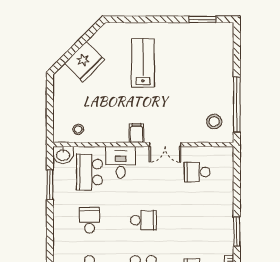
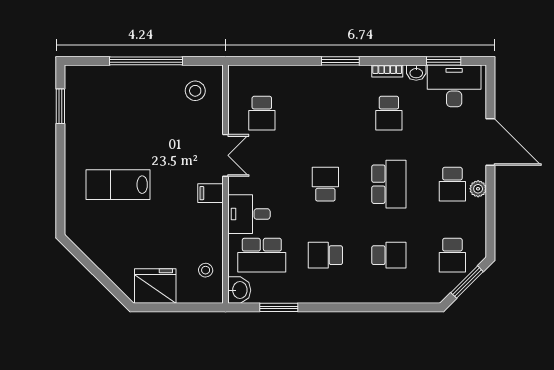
fridge: (85, 62) -> (155, 286), moved, turned -45
window: (237, 104) -> (146, 61), moved

